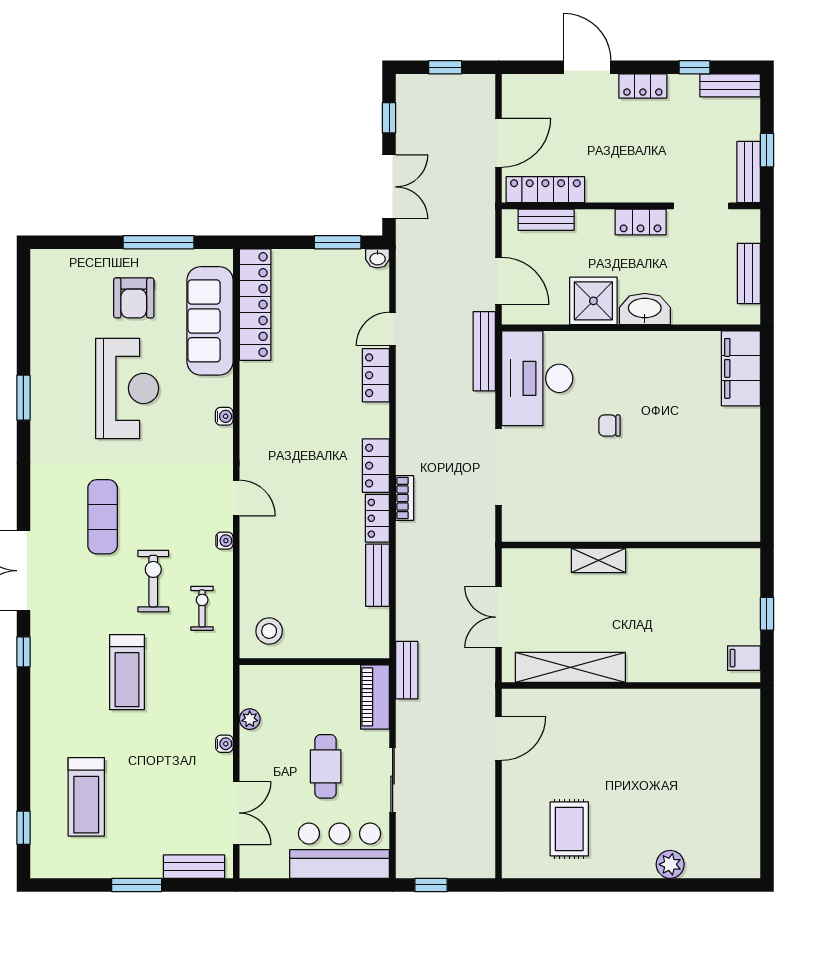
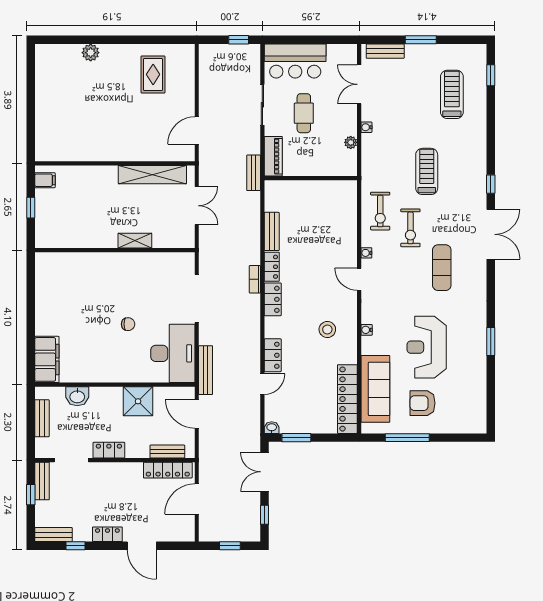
armchair: (134, 298) -> (423, 403), turned -90
washbasin: (645, 309) -> (77, 396), moved, width x0.72
exercise bike: (202, 608) -> (380, 211), width x1.38, depth x1.39
stool: (269, 631) -> (327, 329), moved

